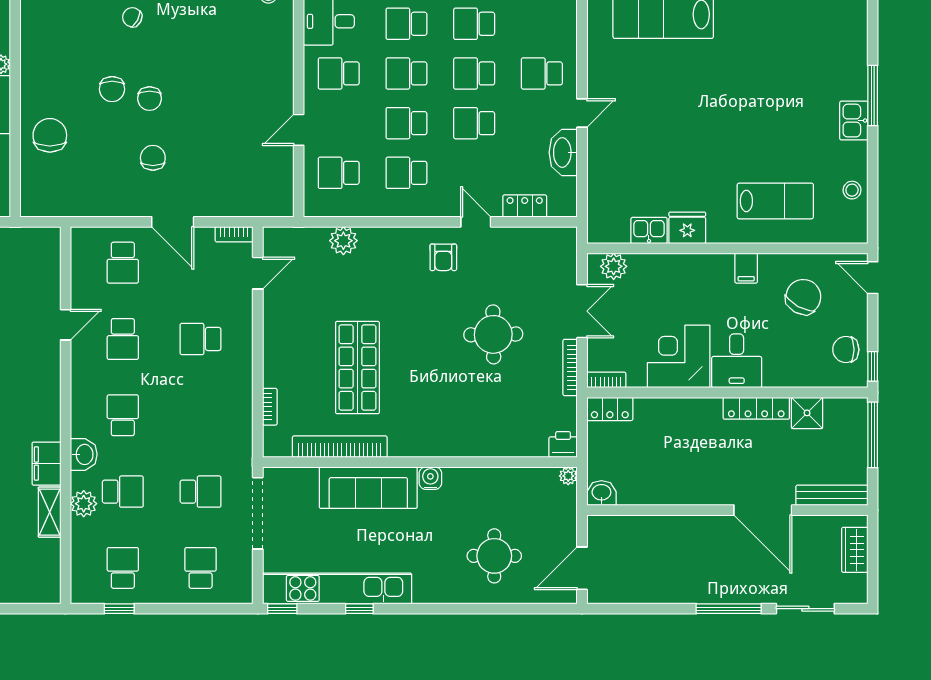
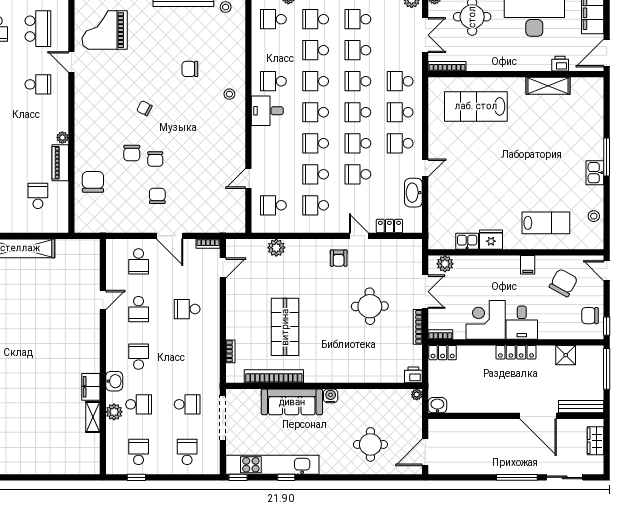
school desk: (339, 73) -> (400, 112), moved
locker: (756, 408) -> (516, 352), moved

